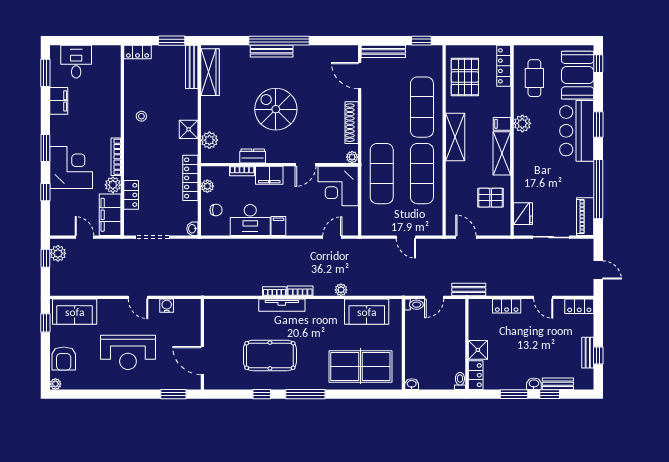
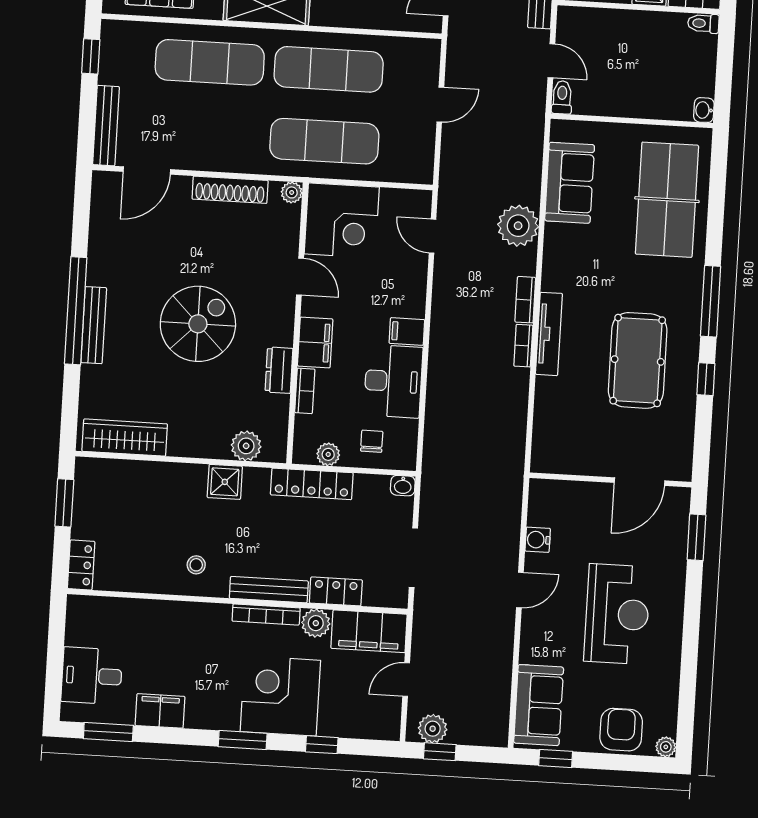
bench: (192, 67) -> (269, 590), moved
spiral stairs: (276, 109) -> (198, 324), turned 180
plant: (341, 290) -> (518, 226), width x1.87, depth x1.87
armchair: (64, 358) -> (621, 730), turned -90

